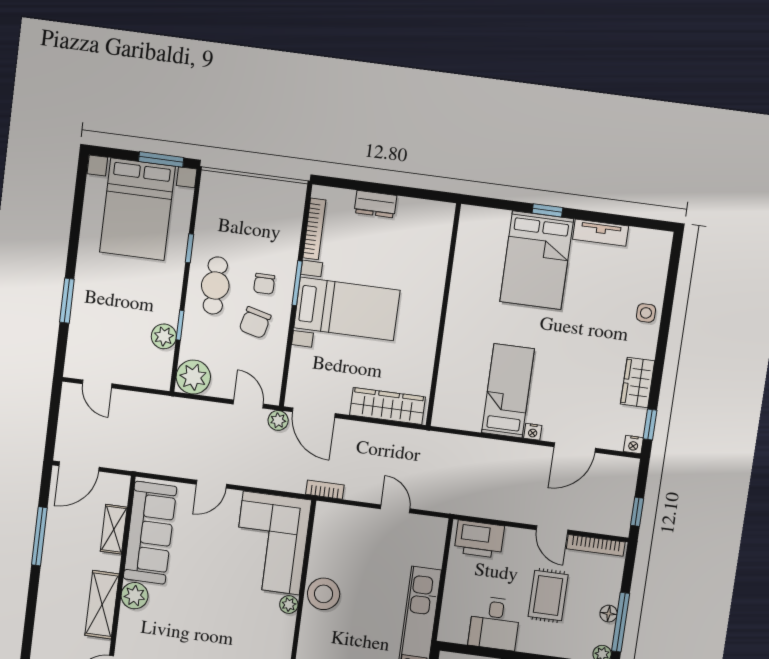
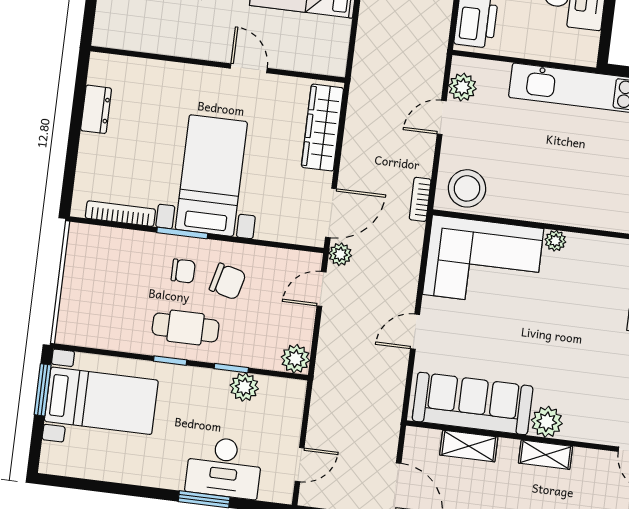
dresser: (376, 204) -> (96, 109), moved
bed with nightstands: (137, 209) -> (101, 401), width x0.73
window: (190, 248) -> (170, 361), moved
desk: (94, 318) -> (224, 467), added
door: (440, 342) -> (249, 68), added
plant: (193, 377) -> (295, 359), width x0.73, depth x0.73
door: (211, 484) -> (415, 332), swing flipped
plant: (421, 527) -> (462, 87), added
stool: (324, 594) -> (467, 188), moved
shelving: (102, 605) -> (545, 455), width x0.67, depth x0.75

